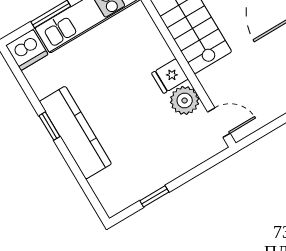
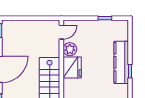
fridge: (170, 76) -> (72, 67), width x1.88, depth x1.34
door: (219, 123) -> (61, 32), swing flipped

